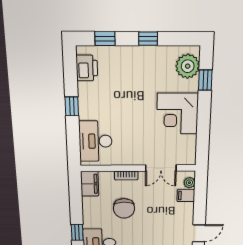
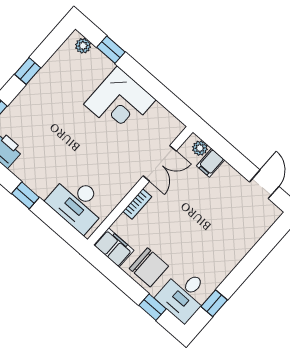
plant: (188, 66) -> (83, 46), width x0.53, depth x0.53
chair: (124, 208) -> (149, 267), moved

